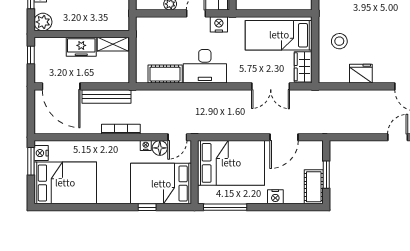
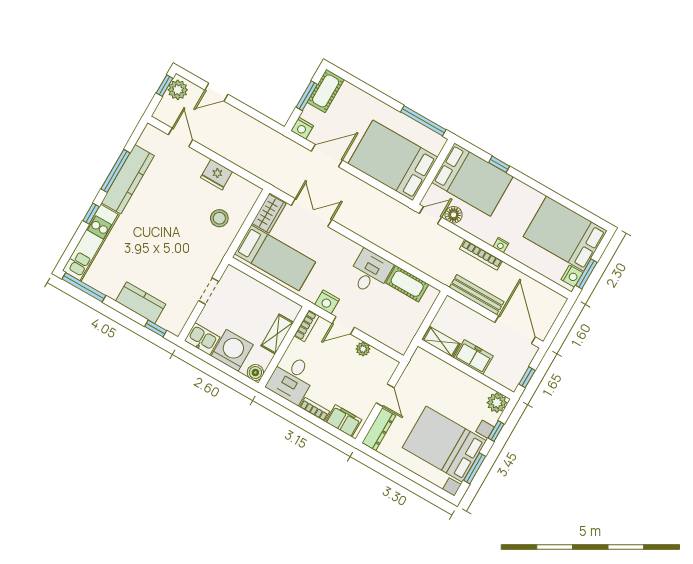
desk: (205, 66) -> (370, 272), width x0.73
nightstand: (146, 146) -> (501, 245), moved
nightstand: (275, 197) -> (302, 128), moved, turned 180

